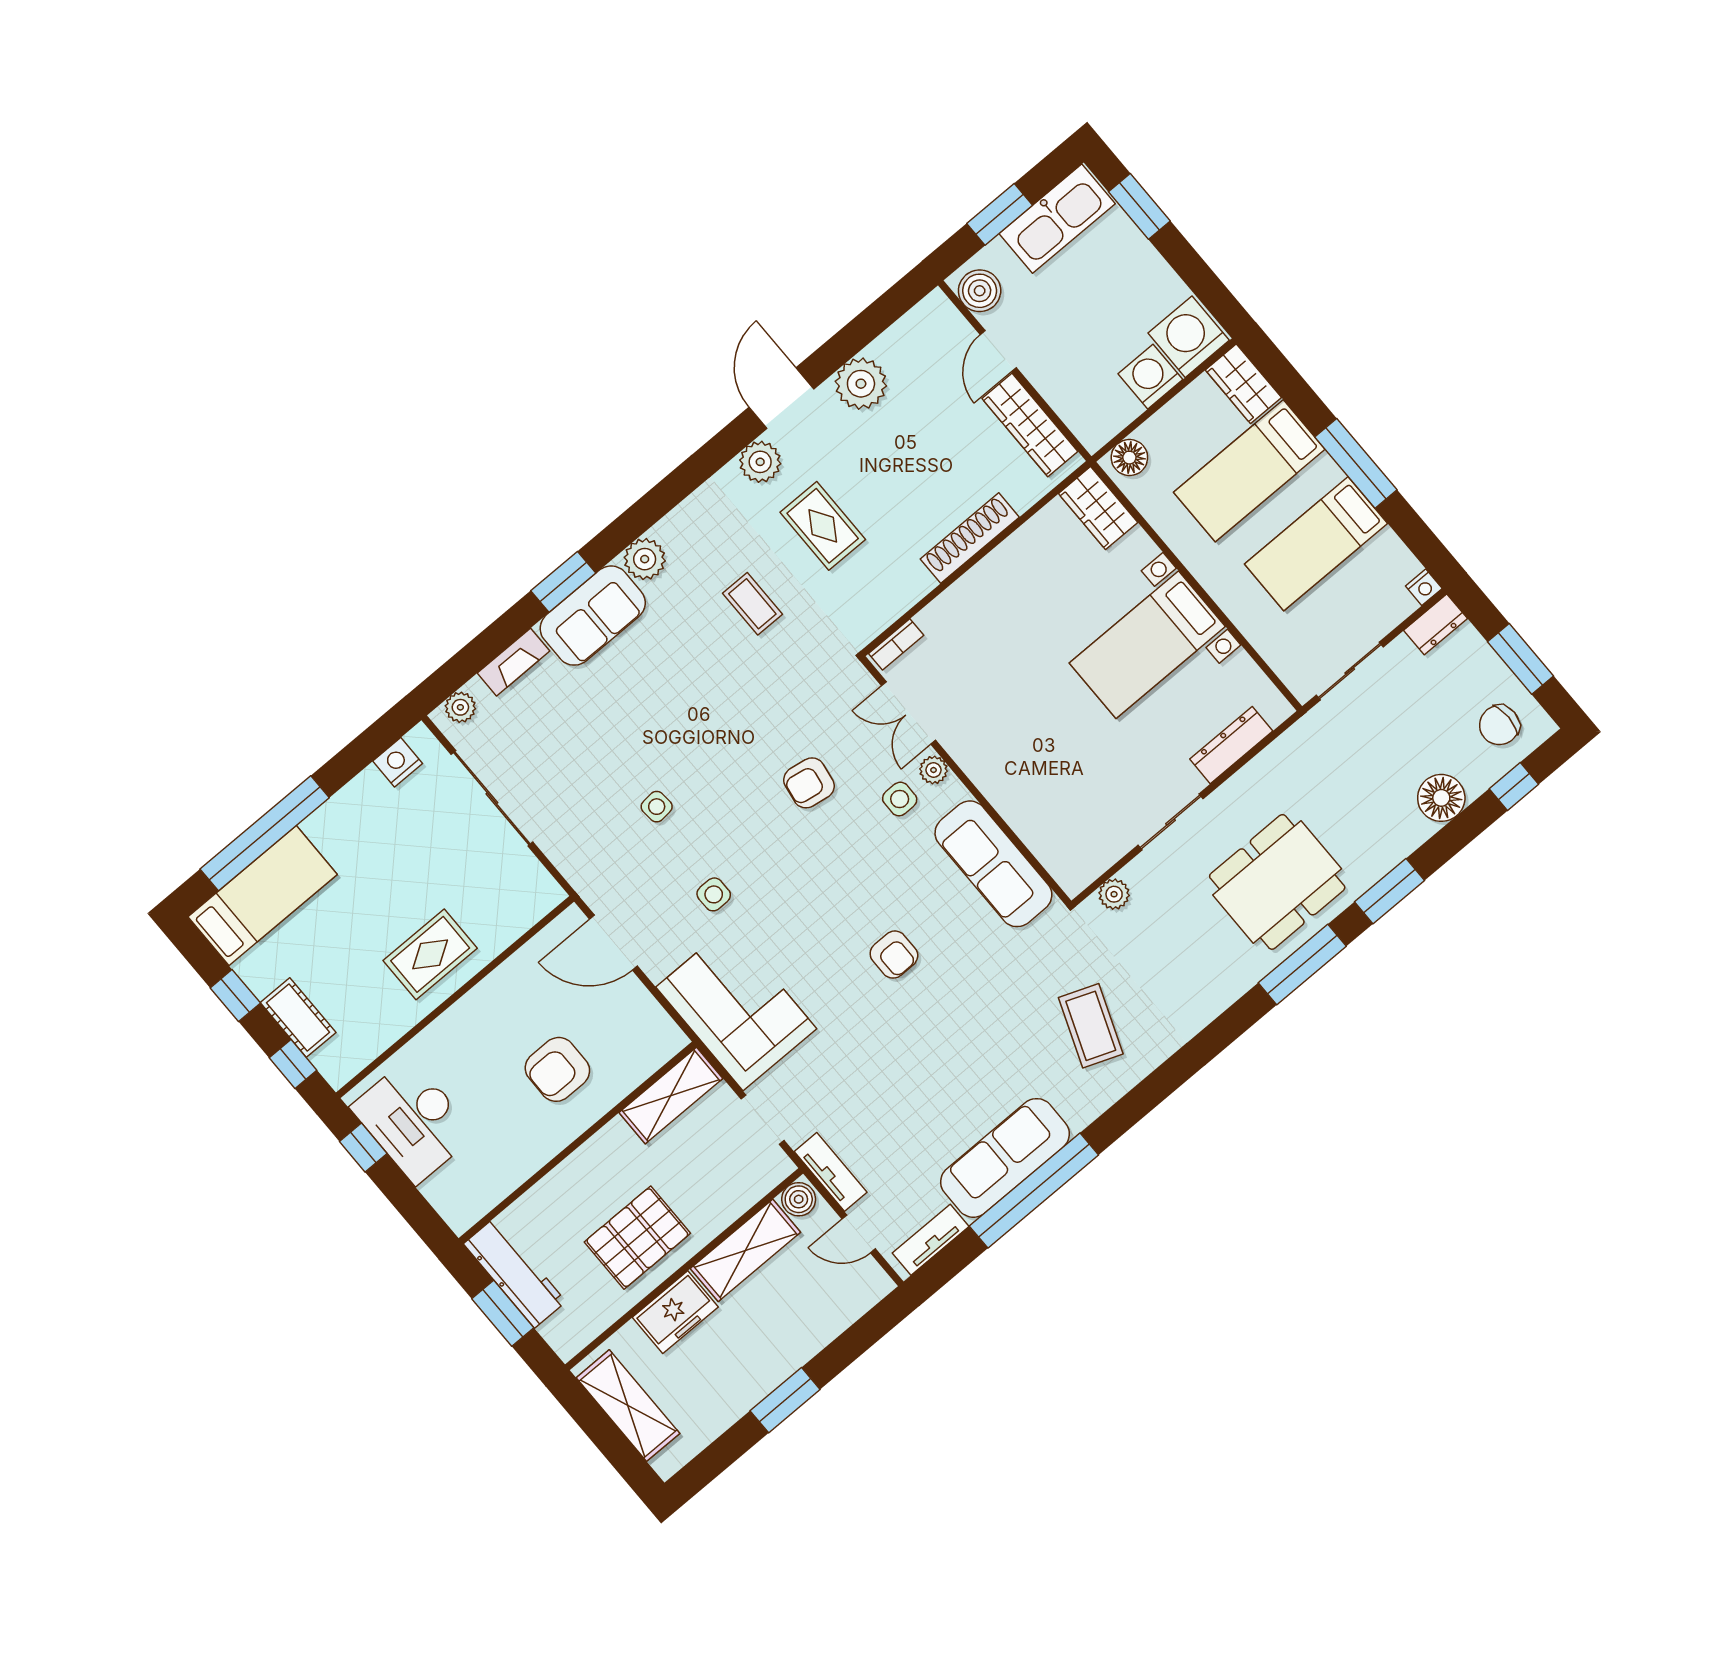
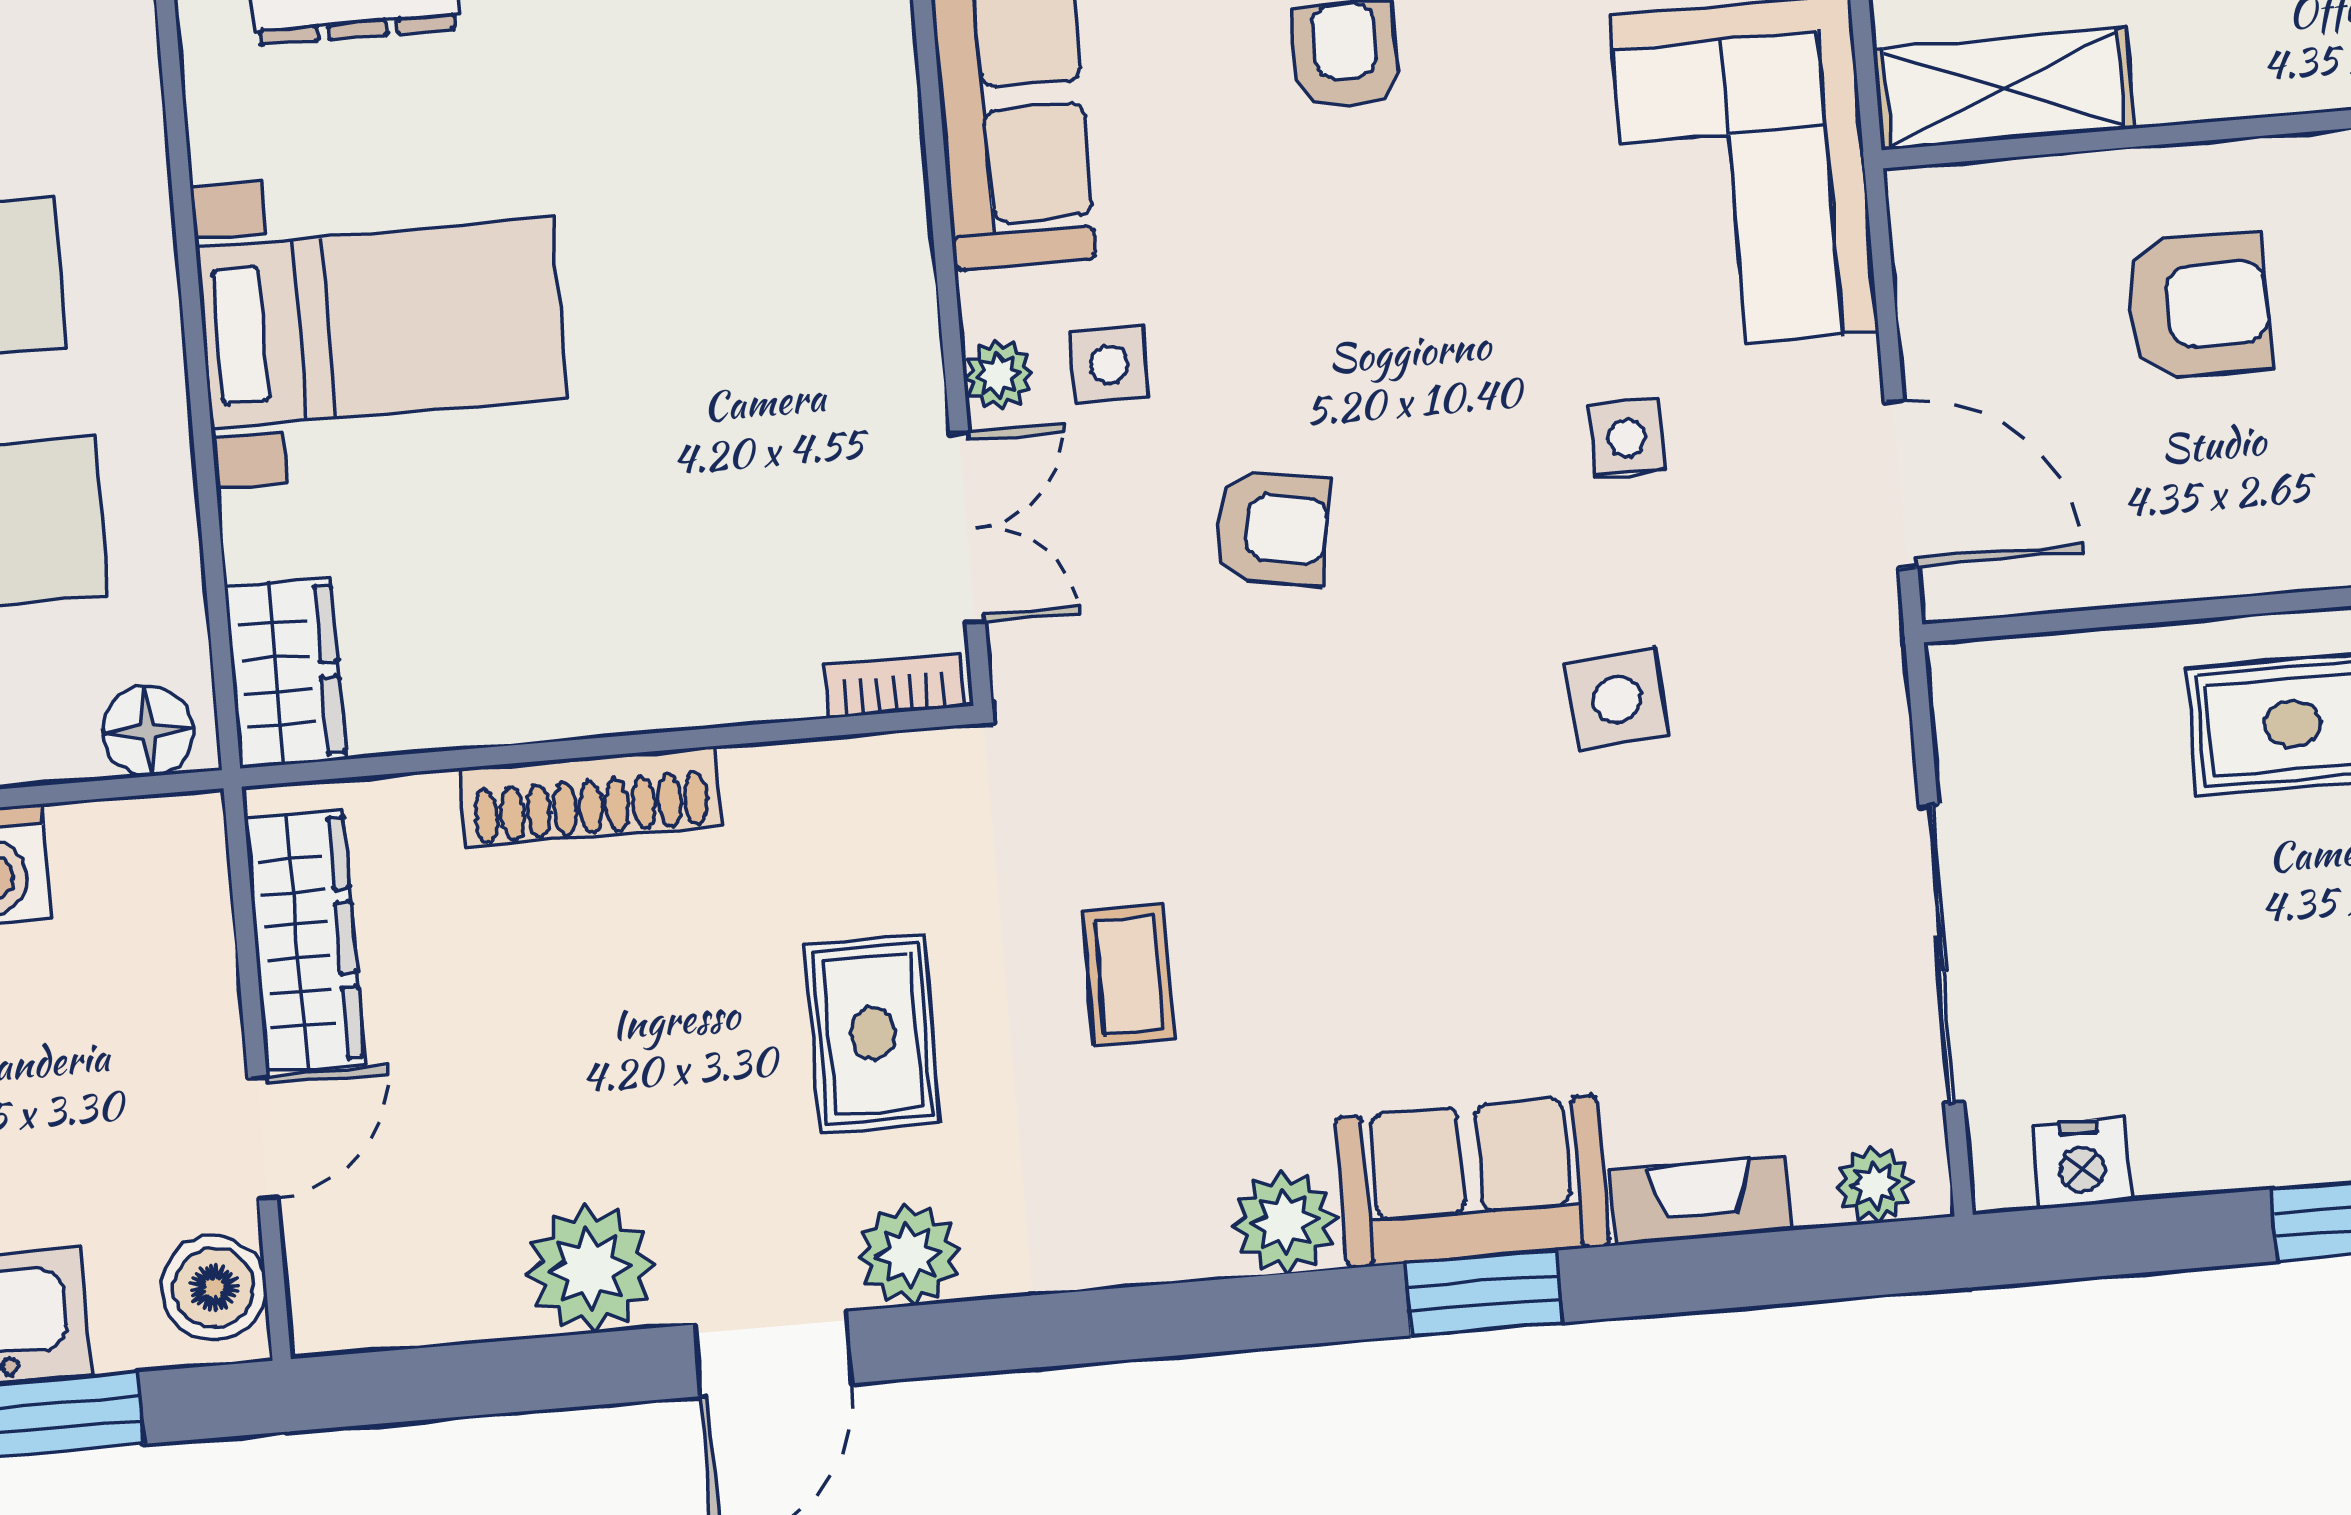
side table: (657, 807) -> (1617, 699), width x1.37, depth x1.37

